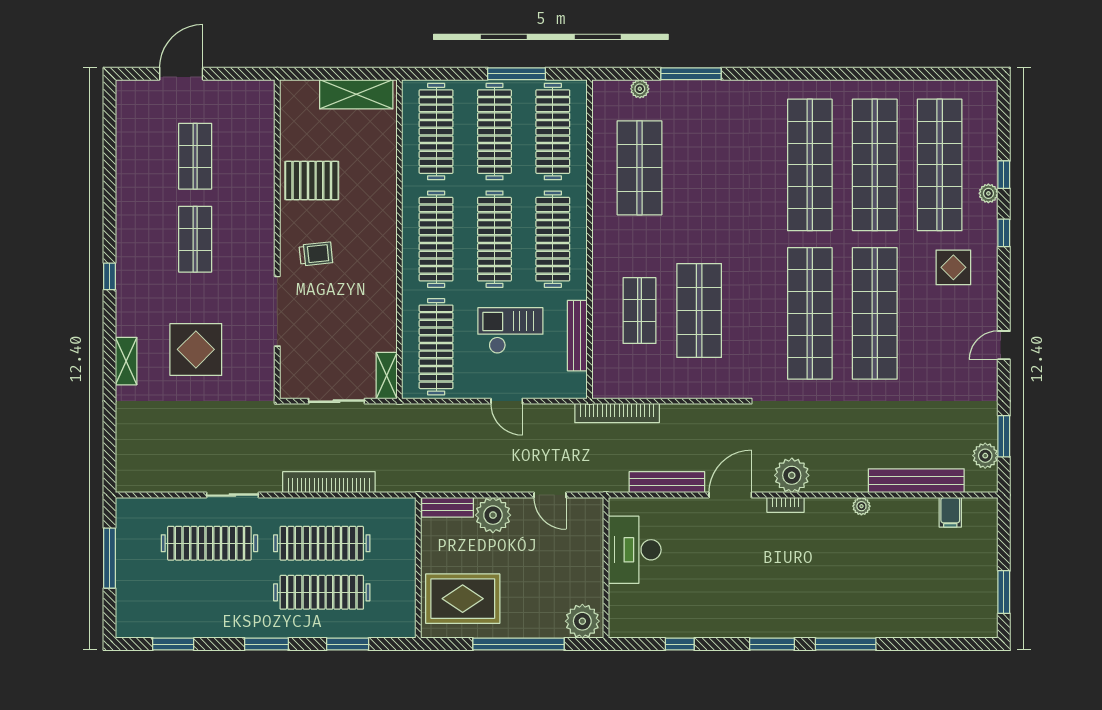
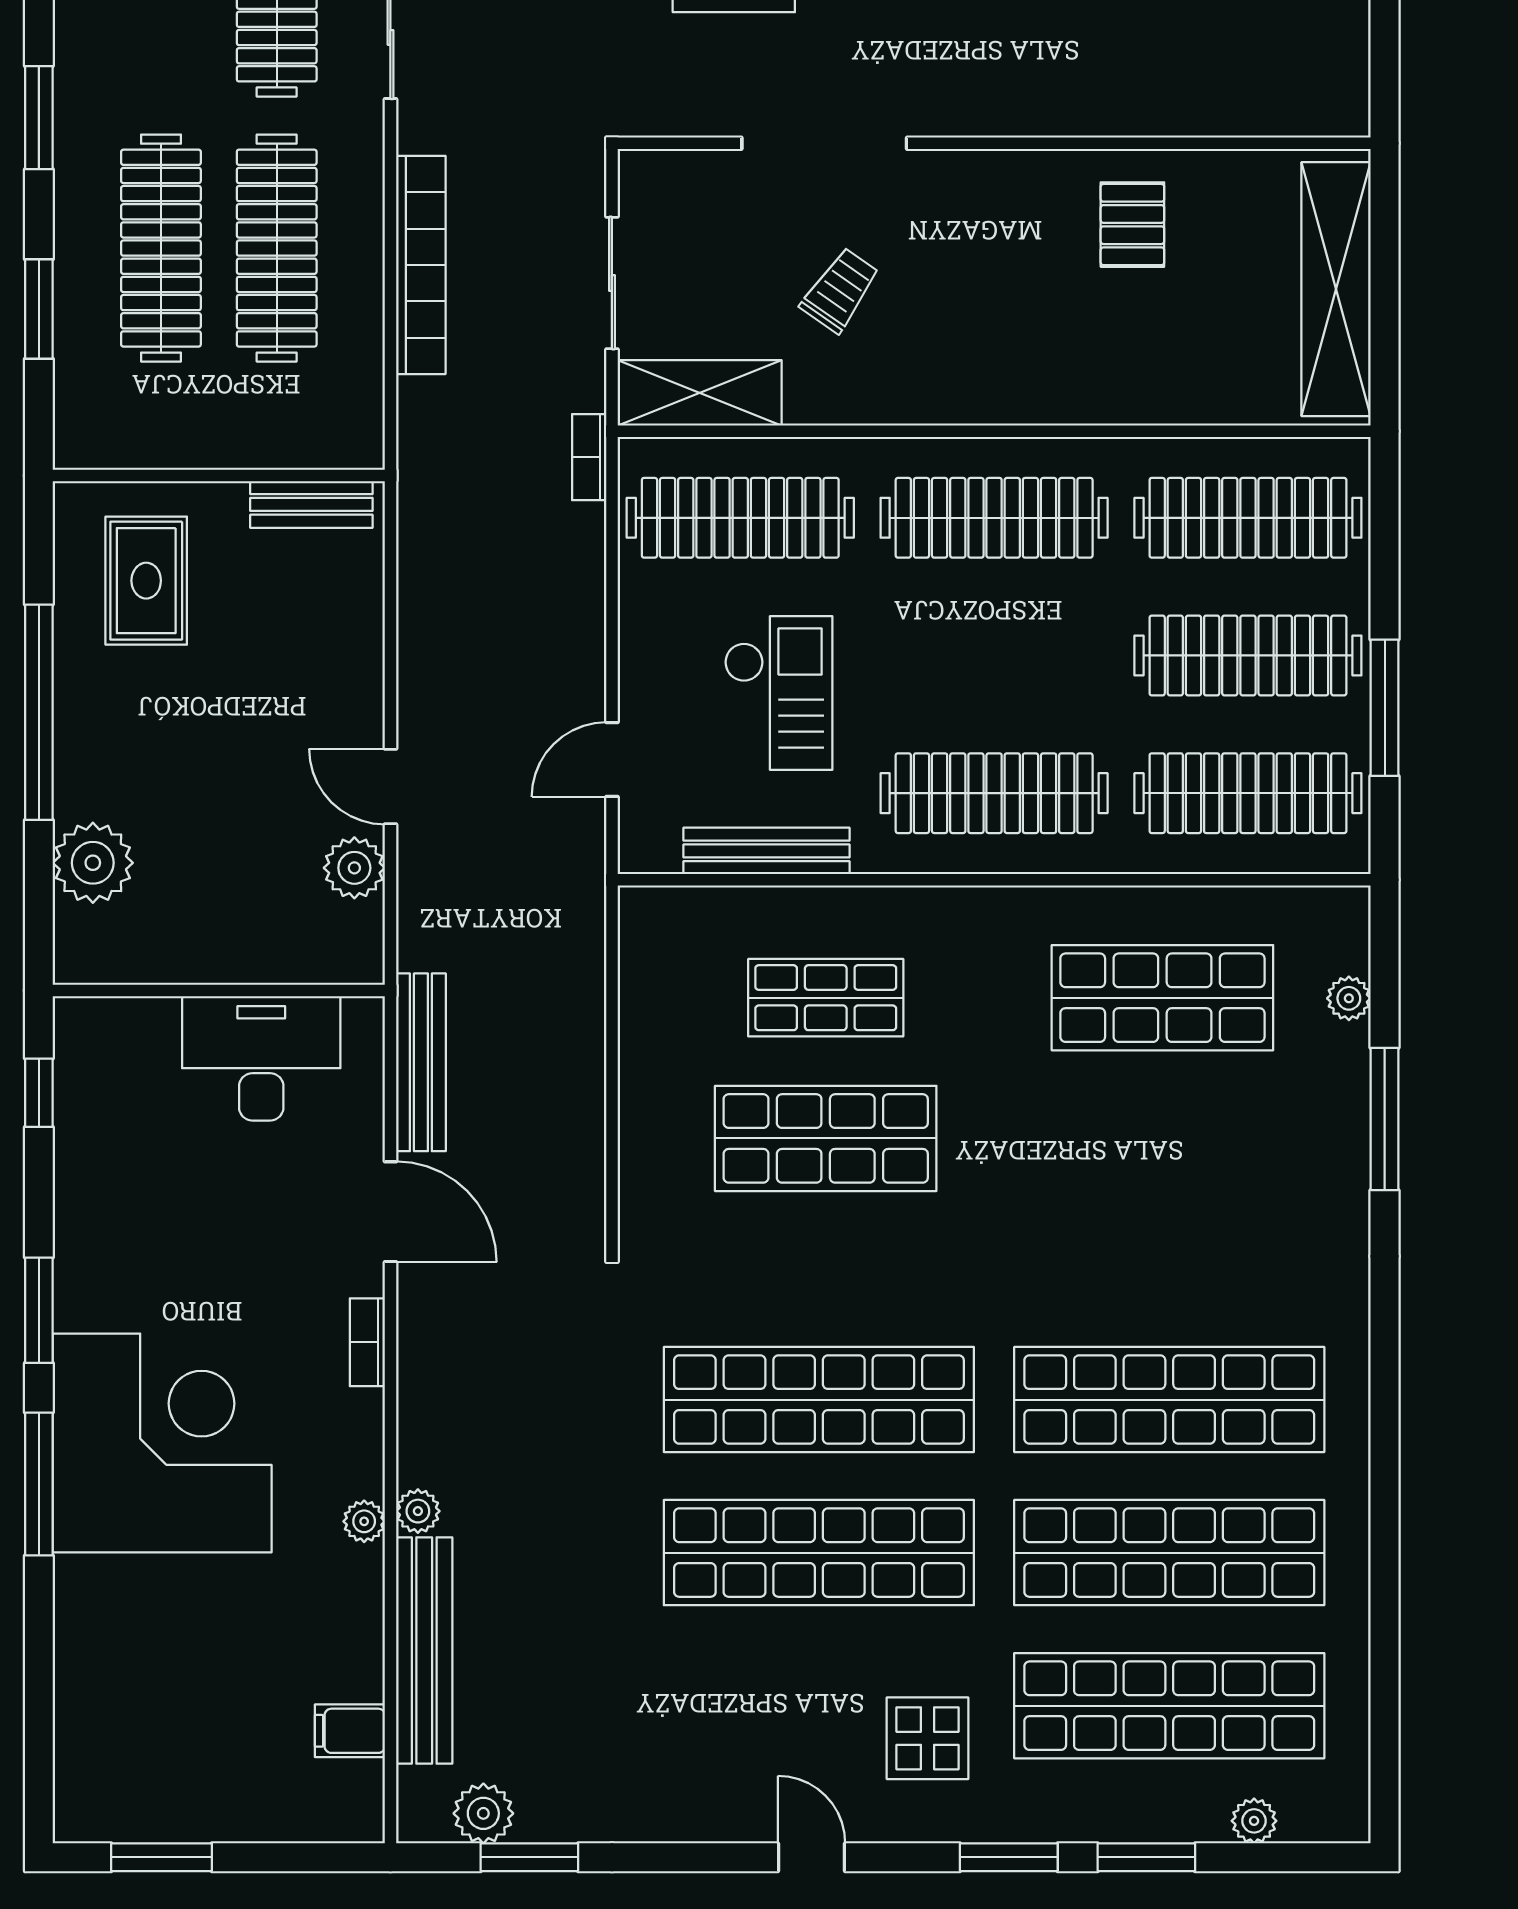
shelving: (356, 94) -> (1336, 289), width x1.47
window: (1004, 175) -> (1146, 1857), width x1.50
pallet: (312, 181) -> (1132, 225), width x0.67, depth x0.71
plant: (988, 193) -> (1254, 1821), moved
window: (1004, 233) -> (1009, 1857), width x1.50
clothes rail: (494, 239) -> (994, 655), removed
trolley: (316, 254) -> (840, 290), moved, turned -139
door: (1004, 345) -> (812, 1857), moved
shelving: (387, 376) -> (700, 393), width x1.50, depth x1.33
door: (507, 401) -> (612, 760), moved
bookcase: (617, 413) -> (589, 457), moved, width x0.43, depth x0.76
plant: (792, 475) -> (418, 1511), moved, width x0.53, depth x0.53
door: (550, 495) -> (390, 787), hinge flipped
bench: (447, 507) -> (311, 504), moved, turned 90
plant: (493, 515) -> (354, 868), moved, width x0.73, depth x0.73
desk: (635, 550) -> (261, 1058), moved
wall: (606, 568) -> (219, 991), moved
corner desk: (828, 592) -> (162, 1443), added
rug: (463, 599) -> (146, 581), width x0.73, depth x0.70

